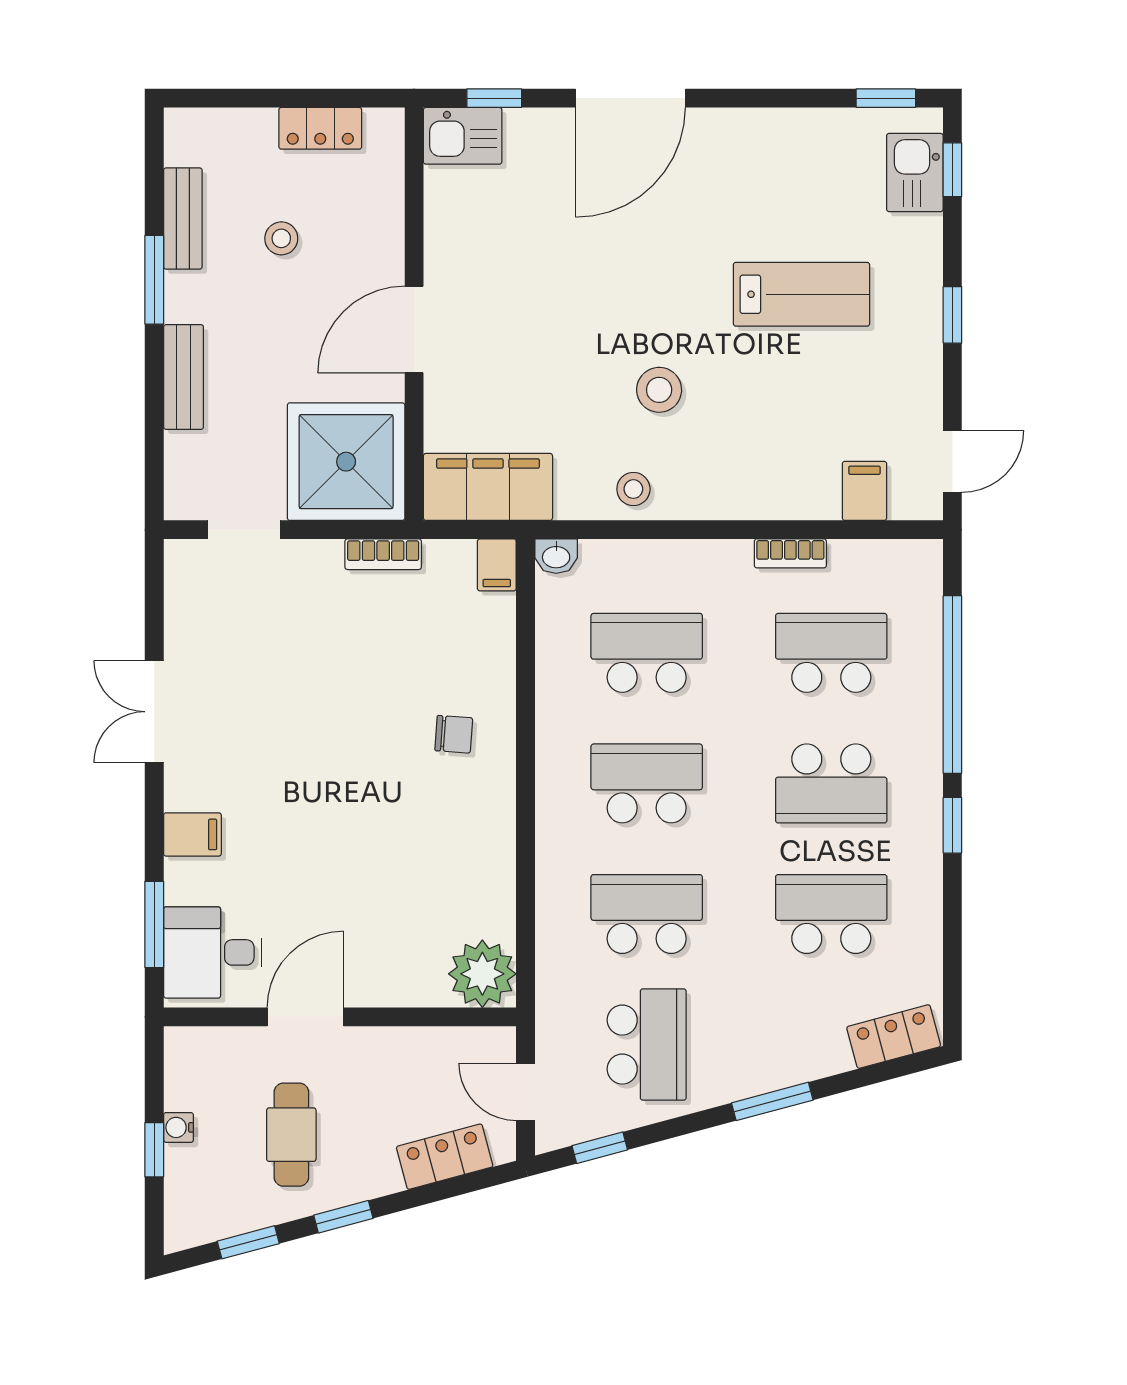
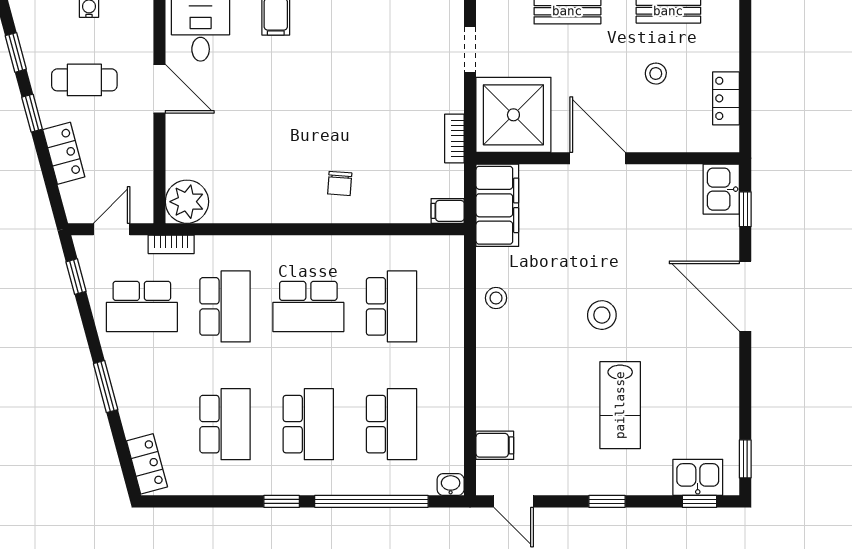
stool: (659, 390) -> (602, 315), moved
bookcase: (790, 553) -> (171, 244), moved, turned -90
washbasin: (556, 556) -> (451, 484), moved, turned 90
school desk: (647, 783) -> (308, 306), turned 90
school desk: (831, 783) -> (308, 424), turned 180
locker: (445, 1157) -> (64, 153), moved

